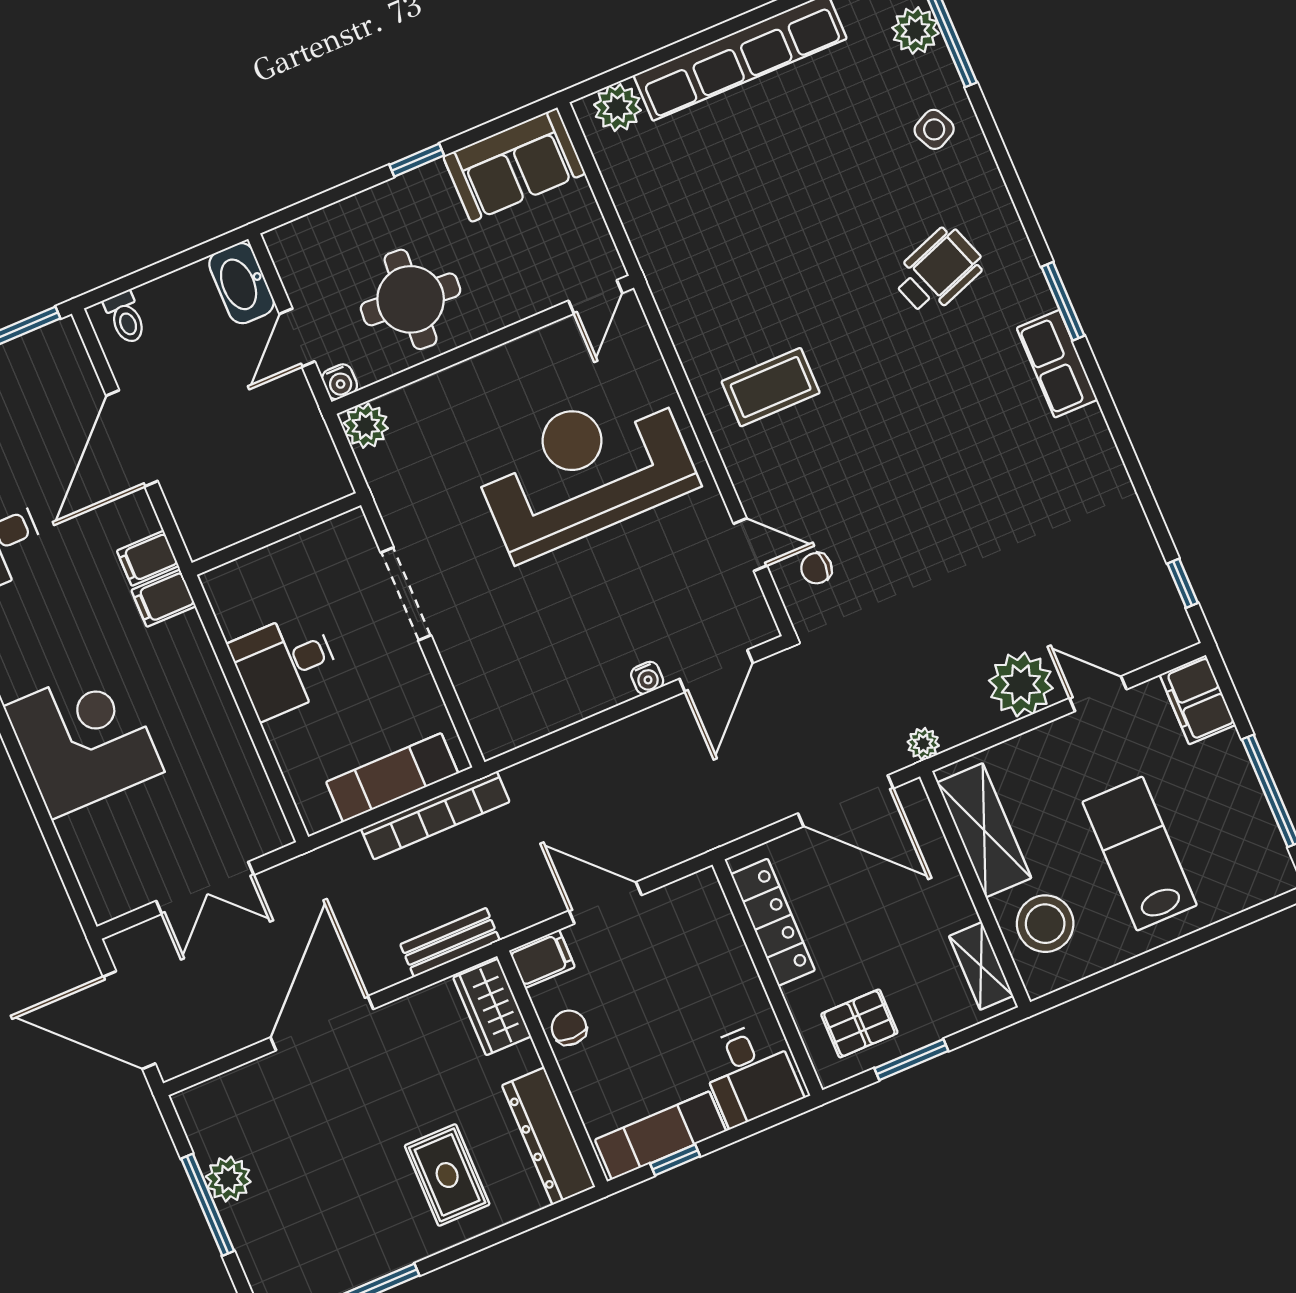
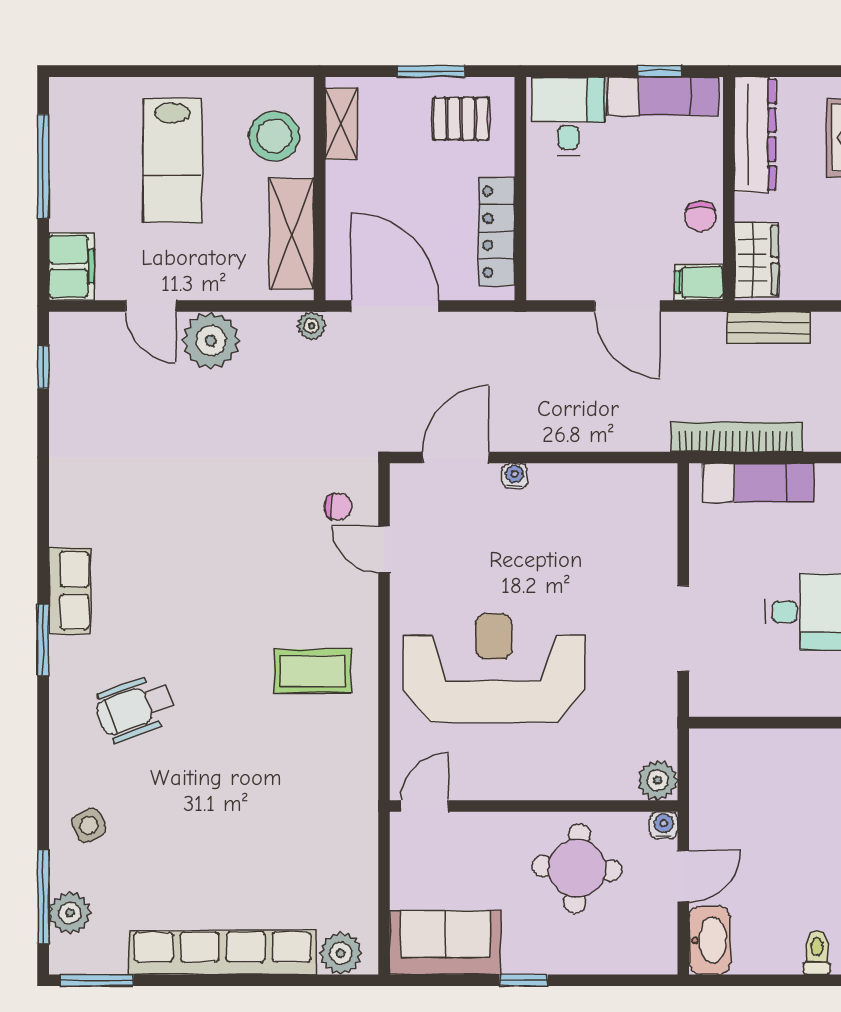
reception desk: (584, 470) -> (494, 668), turned 180

